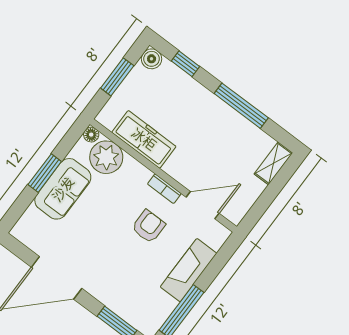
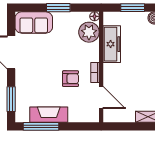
sofa: (63, 189) -> (34, 22), moved
fireplace: (189, 270) -> (49, 115), moved

